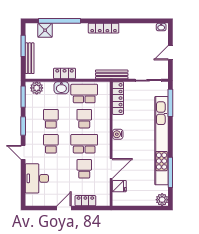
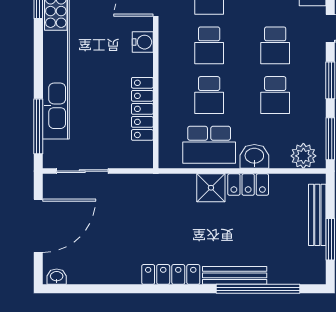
shower: (45, 30) -> (211, 188), moved
door: (170, 53) -> (38, 226), width x1.88
bench: (112, 74) -> (235, 275), moved
locker: (118, 98) -> (142, 109), moved
water cooler: (118, 134) -> (143, 42), moved
school desk: (84, 144) -> (209, 45), width x0.54

